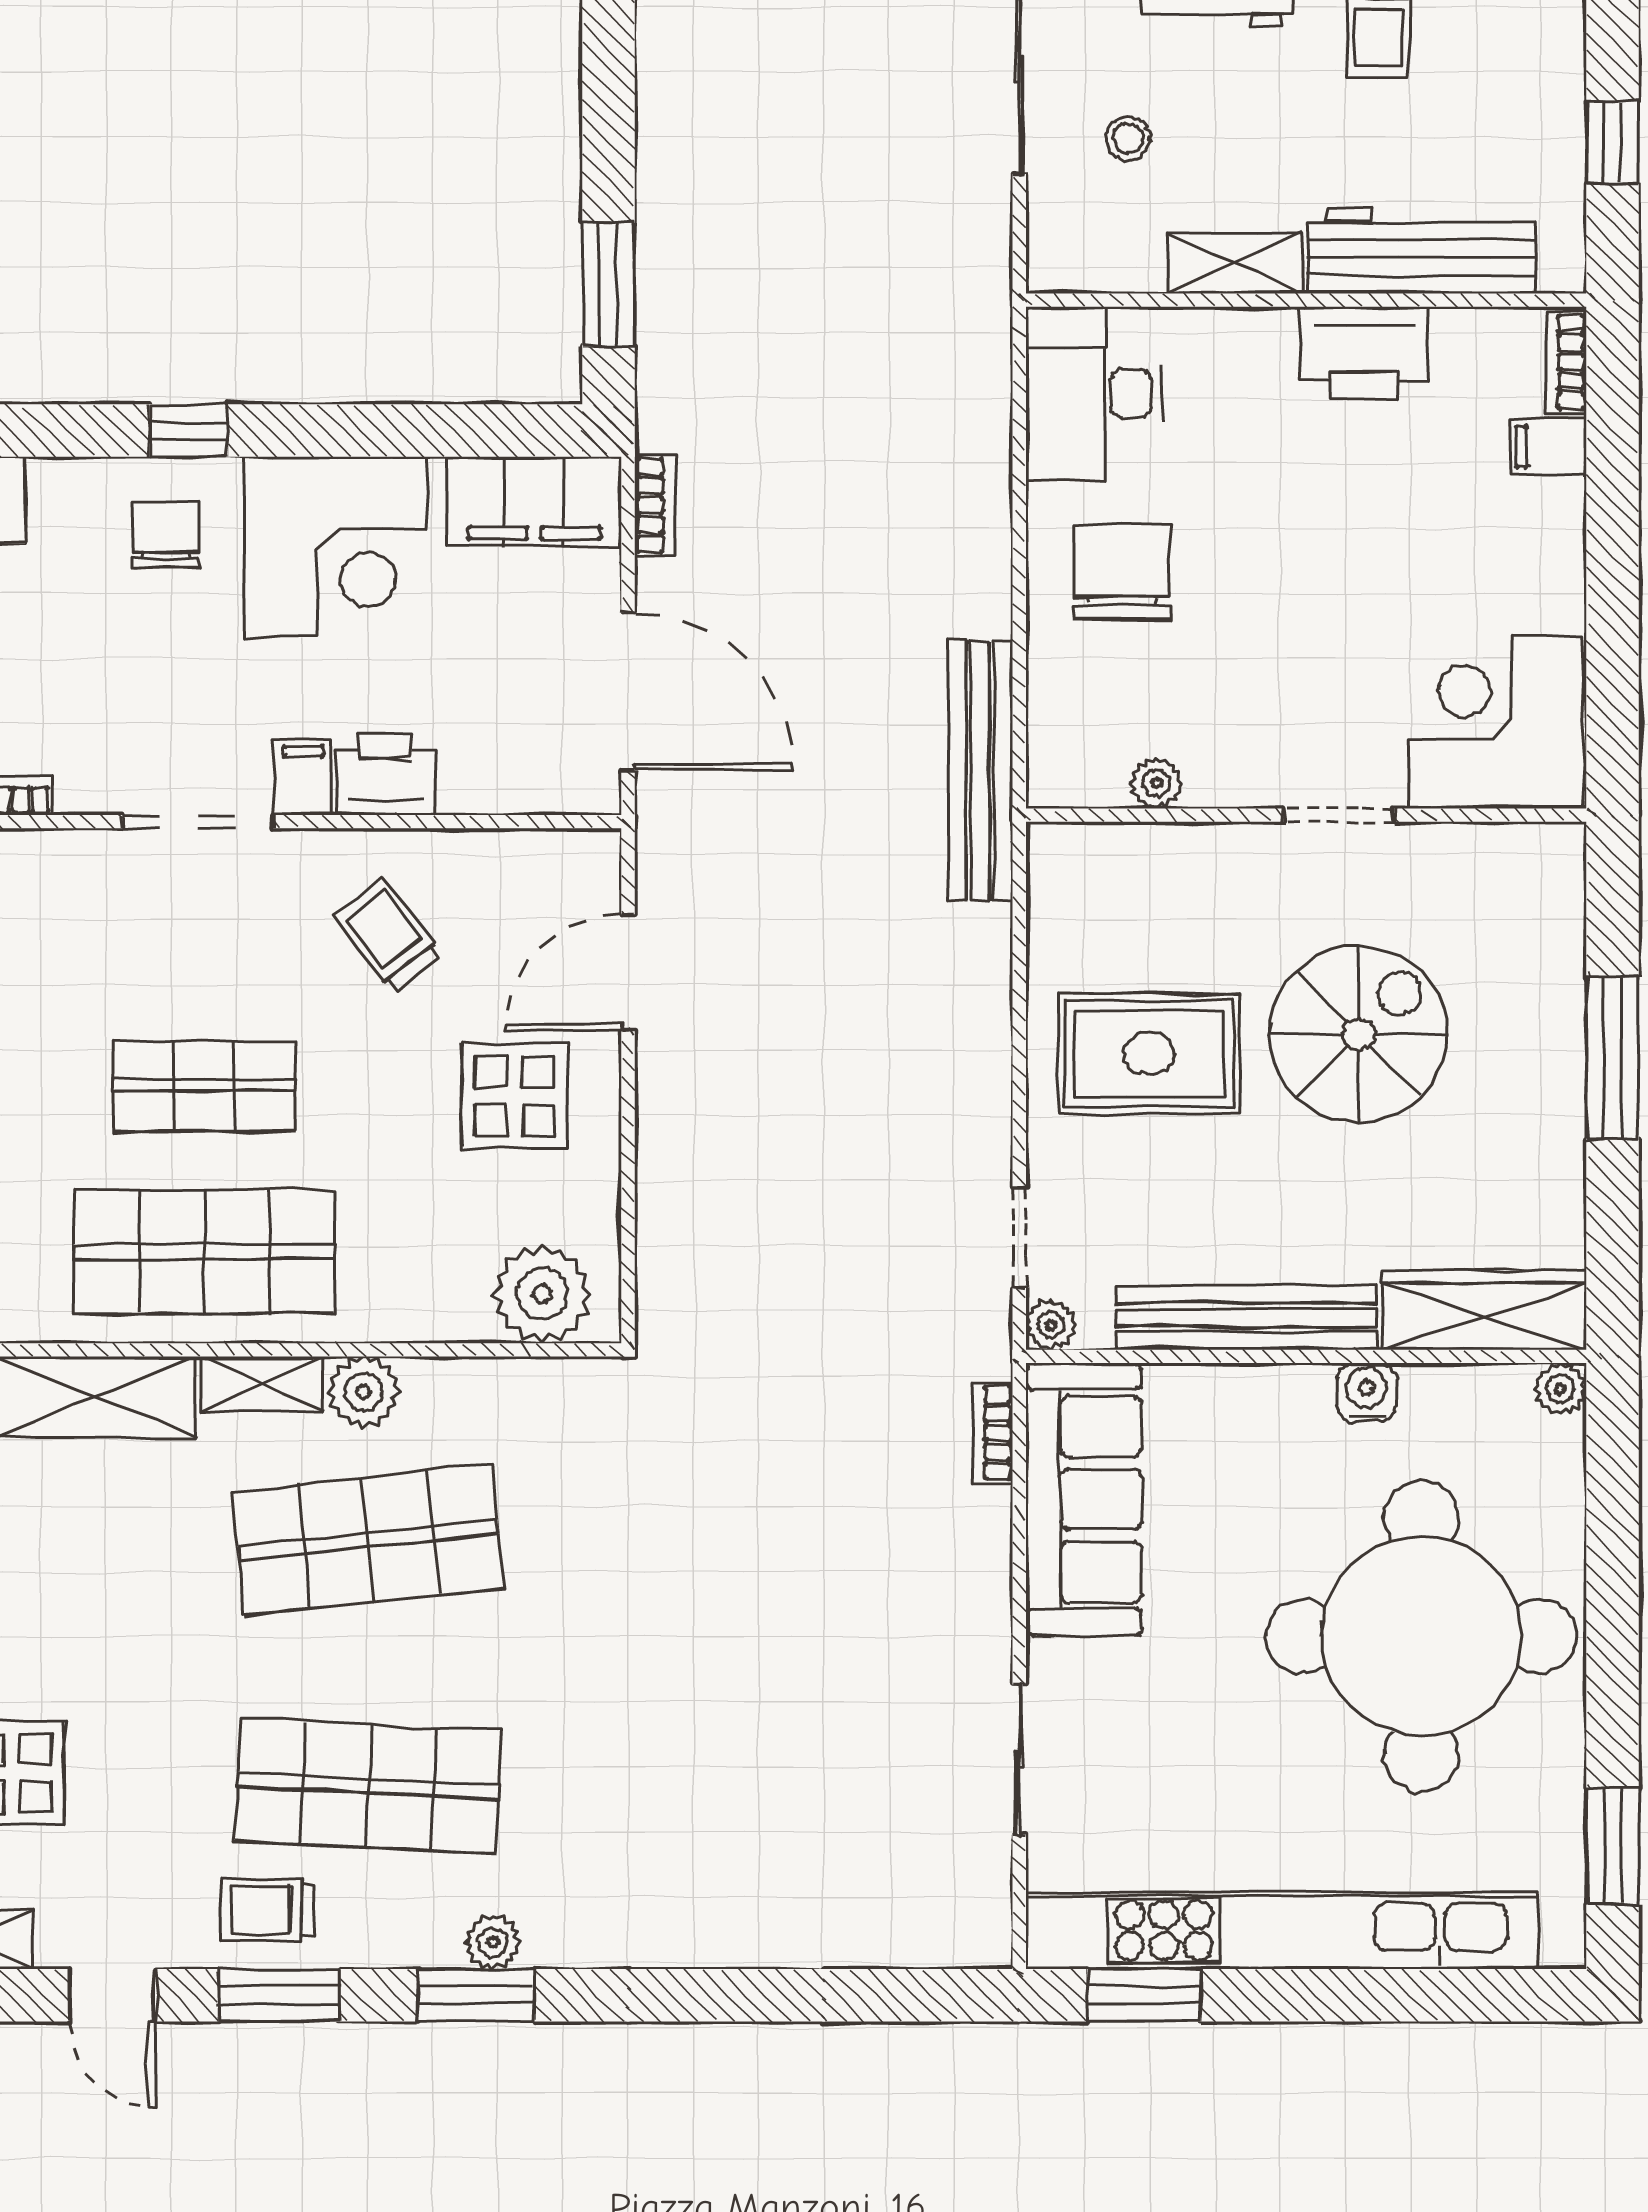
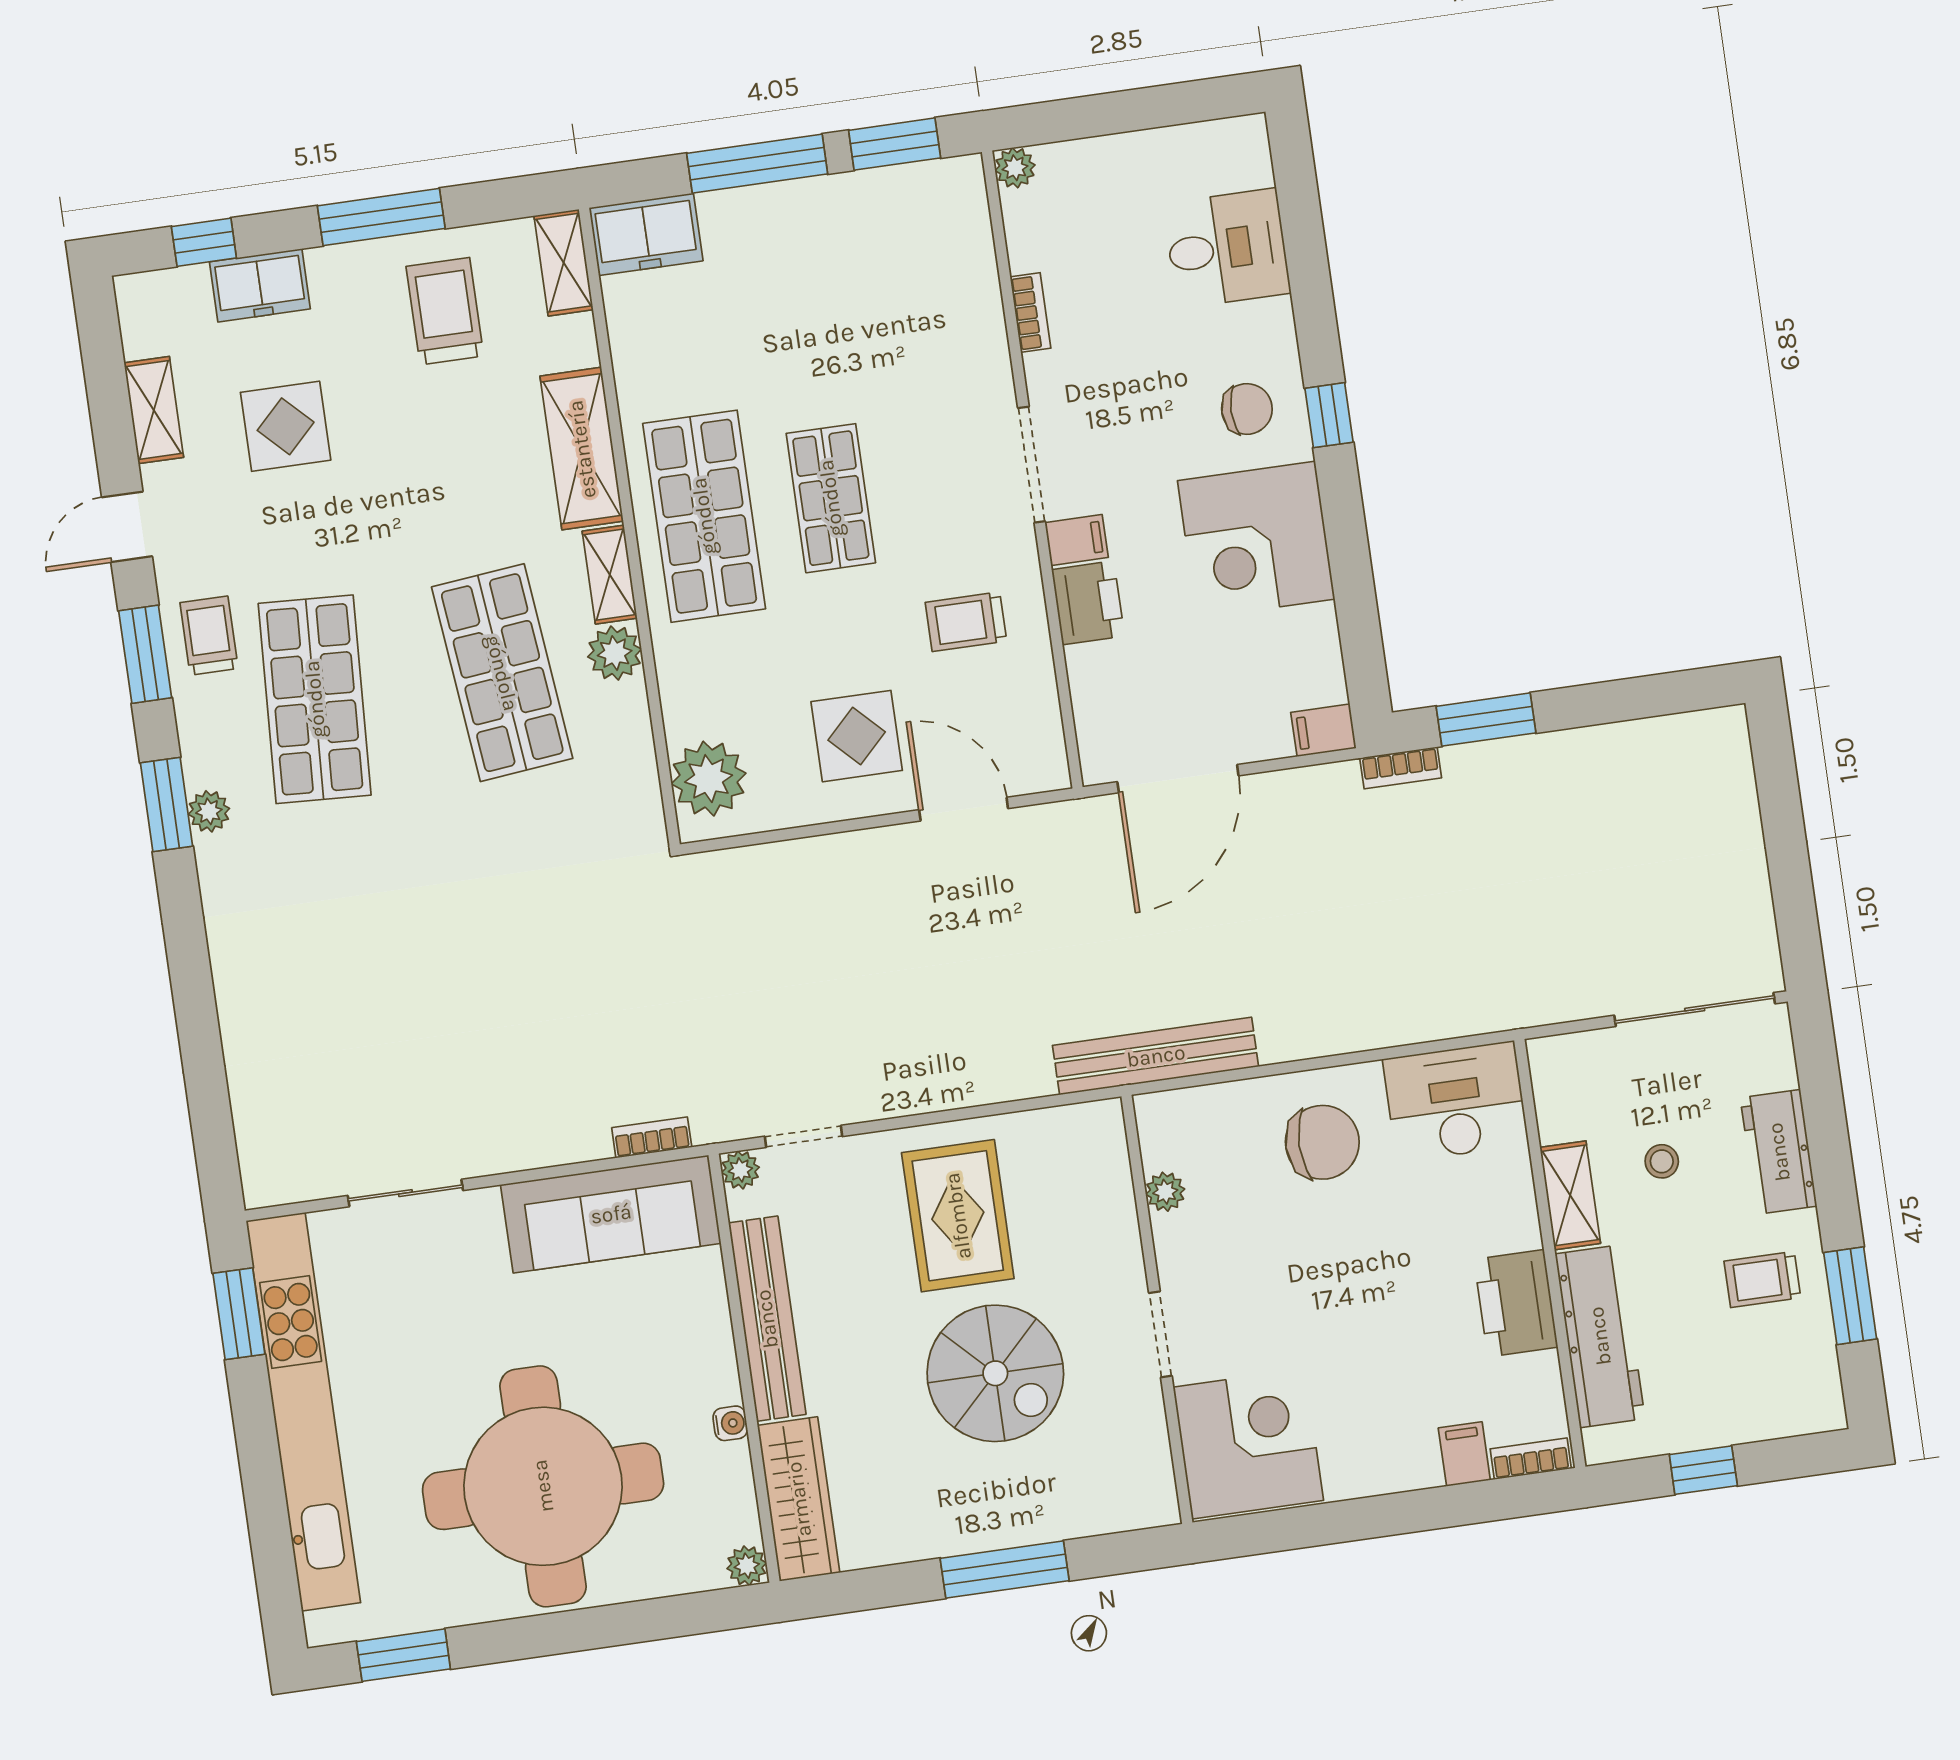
stool: (1128, 138) -> (1662, 1161), moved
filing cabinet: (534, 502) -> (1323, 730), width x0.33, depth x0.86
bookcase: (655, 505) -> (1401, 768), moved
trolley: (388, 935) -> (966, 622), turned -142
water cooler: (1366, 1392) -> (730, 1423), width x0.72, depth x0.72

